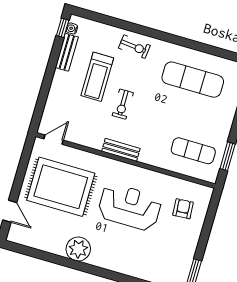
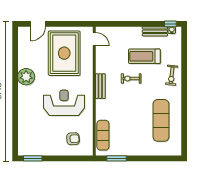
exercise mat: (193, 151) -> (103, 135), moved
reception desk: (130, 207) -> (64, 103), turned -90

